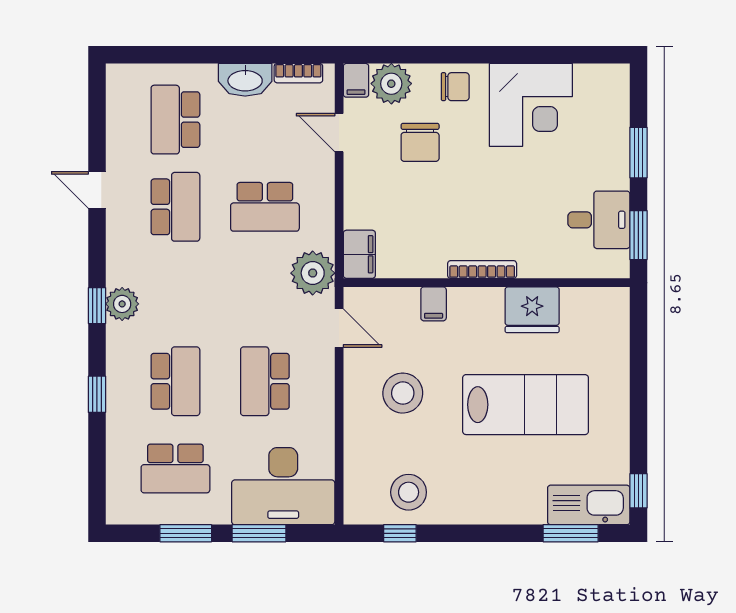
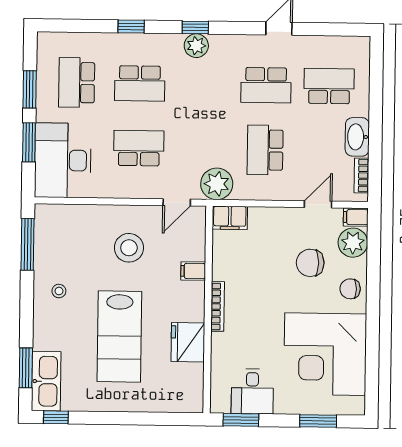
chair: (455, 87) -> (350, 289), turned 90
corner desk: (531, 105) -> (325, 354), width x1.36, depth x1.36
window: (638, 153) -> (318, 421), moved
stool: (409, 492) -> (59, 291), moved, width x0.53, depth x0.53
window: (400, 533) -> (28, 244), width x2.17

